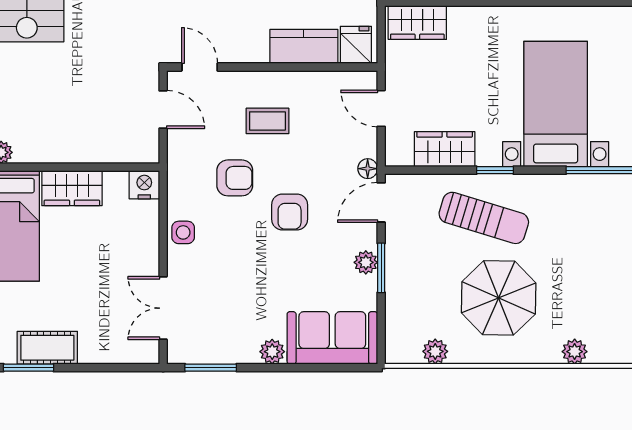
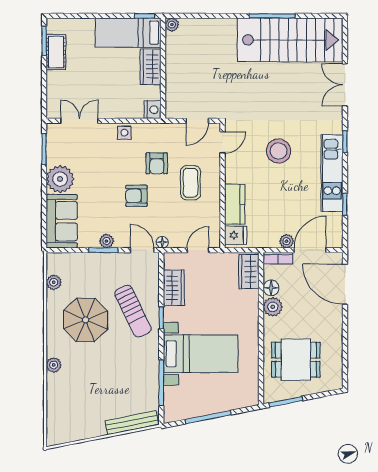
coffee table: (267, 121) -> (190, 183), width x1.36, depth x1.30
sun lounger: (484, 218) -> (133, 311), turned -43
plant: (272, 352) -> (60, 179), width x1.87, depth x1.87

